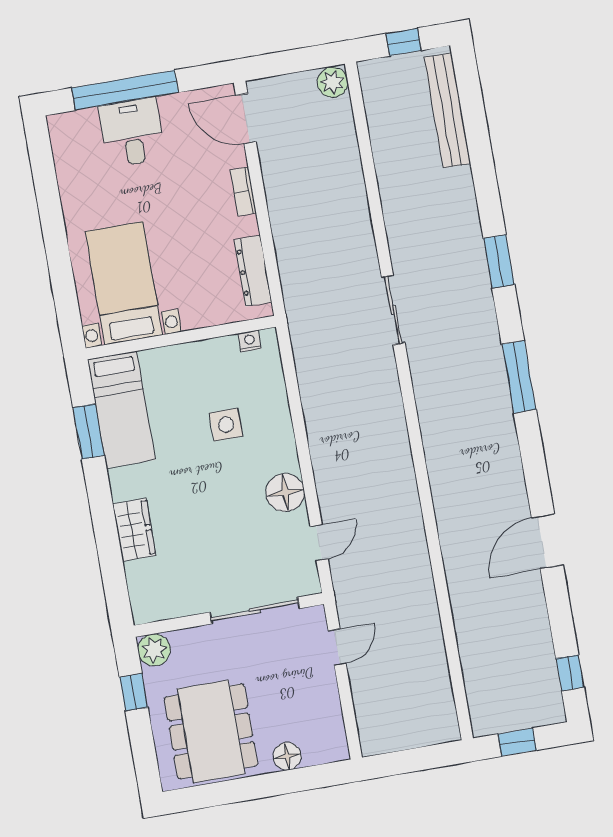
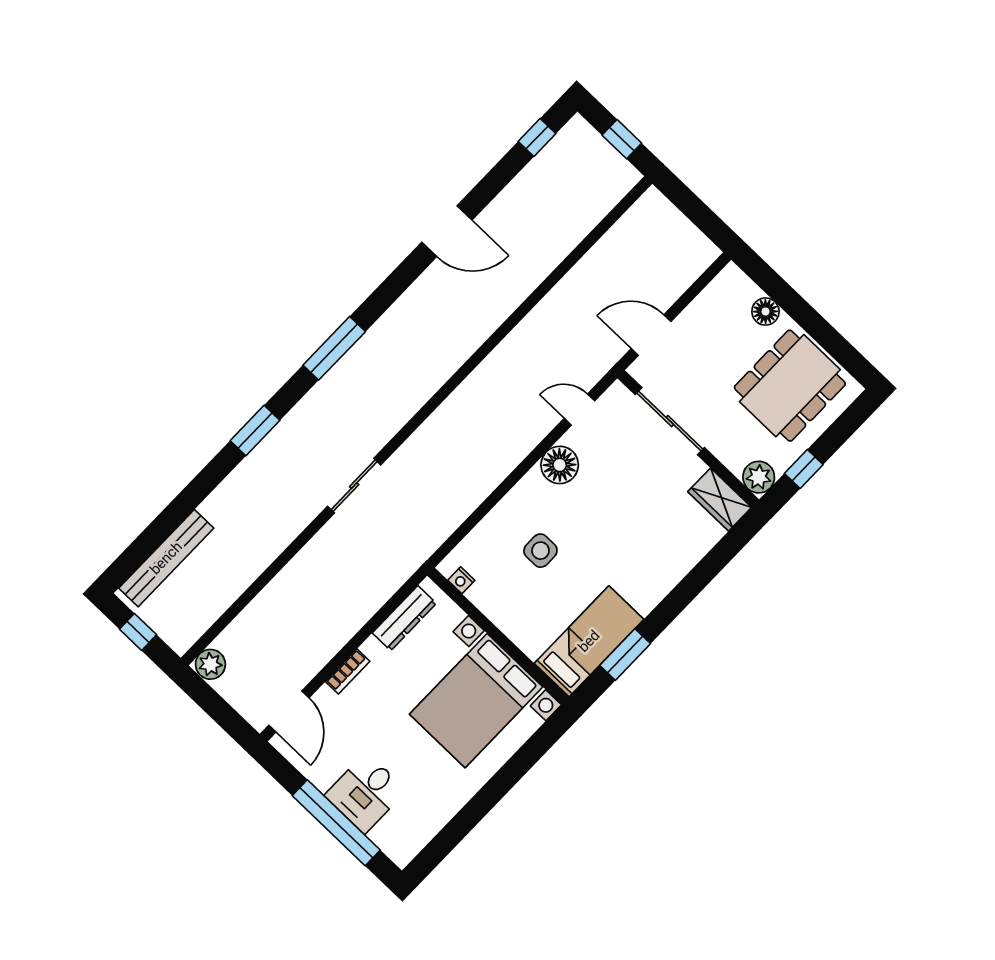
bed with nightstands: (124, 283) -> (476, 701), width x1.36
wardrobe: (134, 530) -> (720, 500), moved, turned -90
door: (337, 647) -> (651, 335), width x1.37

